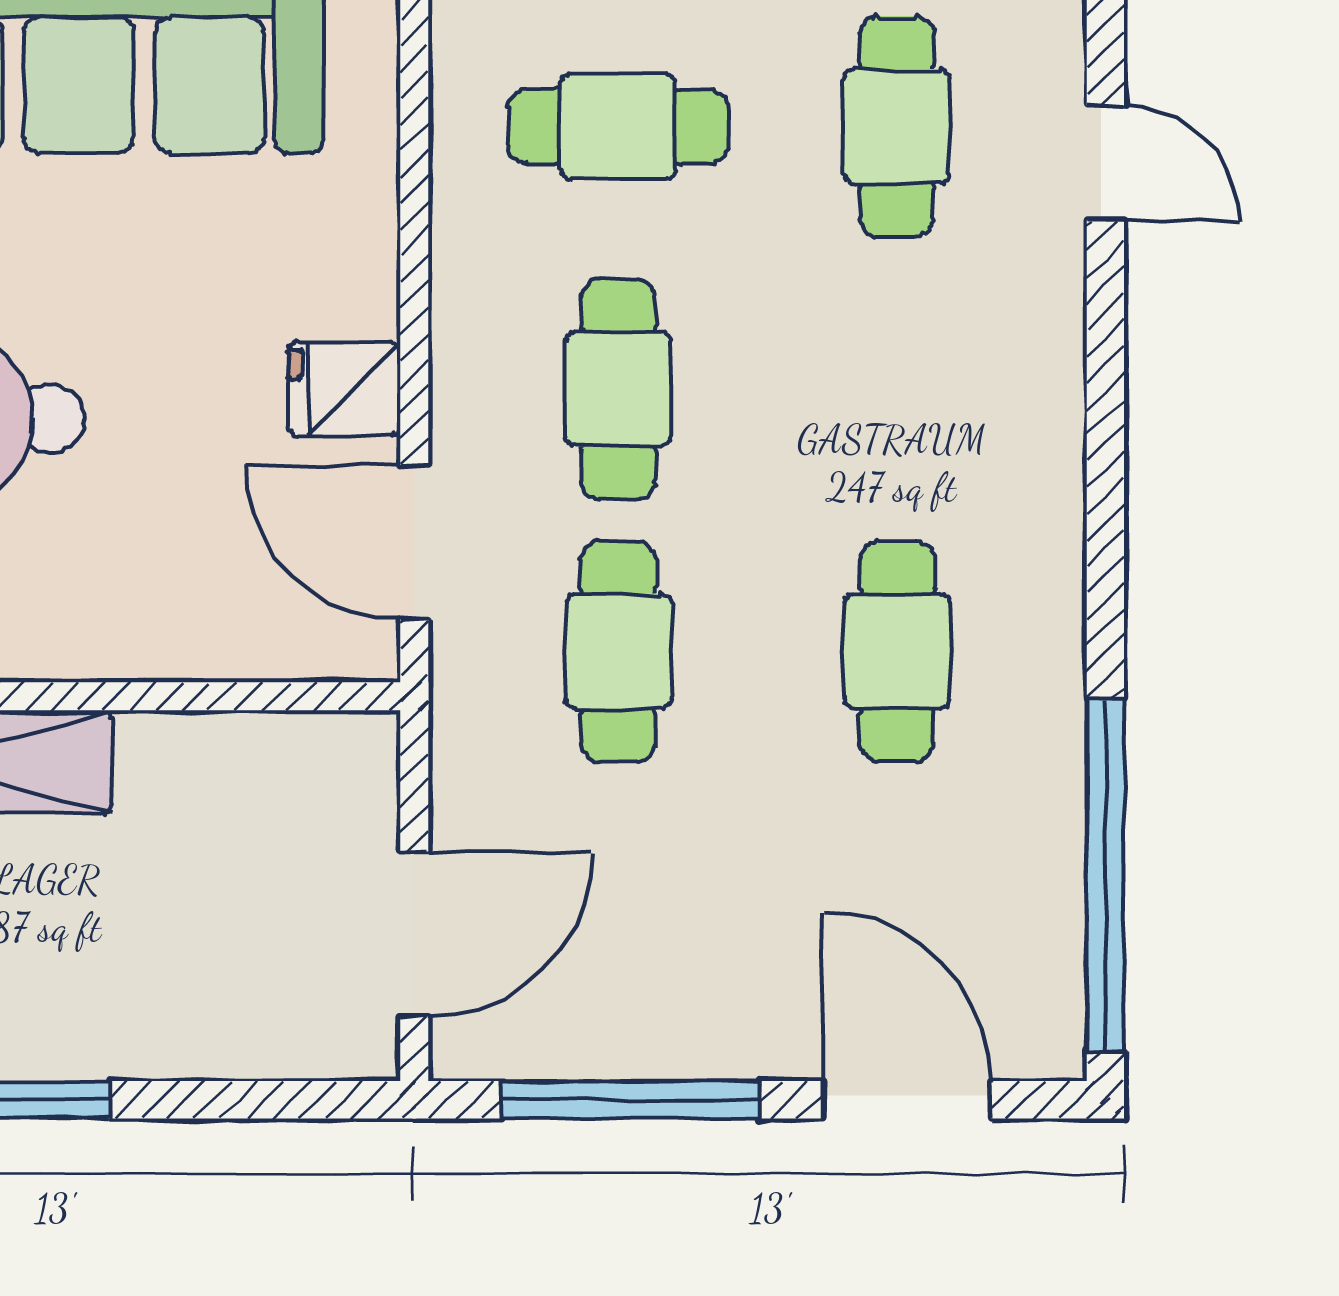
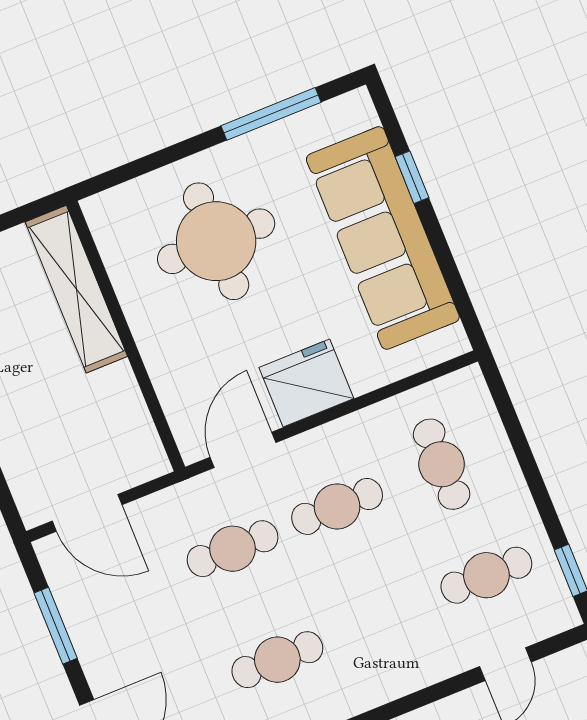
fridge: (344, 389) -> (306, 383), width x1.88, depth x1.34
window: (630, 1100) -> (56, 626), width x0.69

